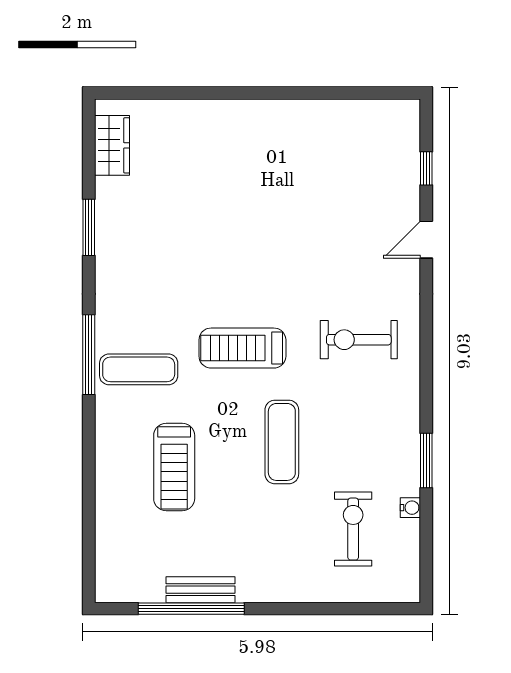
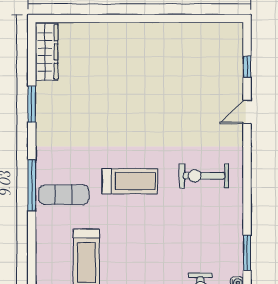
wardrobe: (112, 145) -> (47, 52), width x1.50
treadmill: (242, 348) -> (130, 181), turned 180
exercise mat: (282, 442) -> (155, 241), removed

